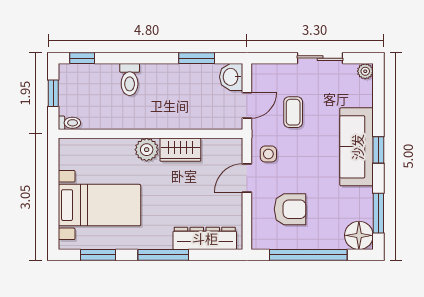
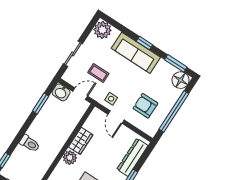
sliding door: (320, 58) -> (73, 54), moved
plant: (365, 71) -> (103, 30), width x1.88, depth x1.88
door: (247, 105) -> (80, 94), hinge flipped
armchair: (290, 209) -> (145, 106), turned -90

